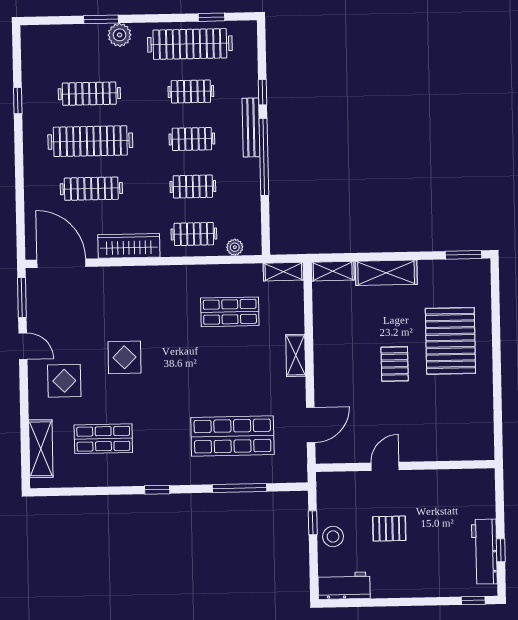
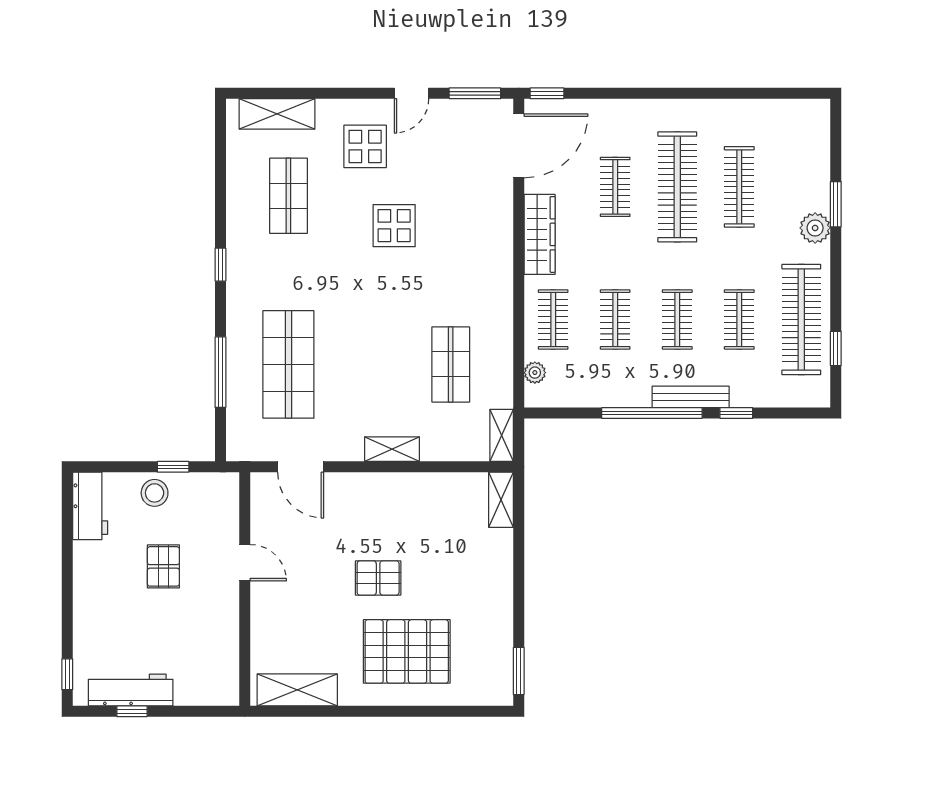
window: (18, 101) -> (547, 93), moved
clothes rail: (91, 189) -> (615, 187), width x0.73
shelving: (386, 273) -> (297, 690), moved, turned 90

